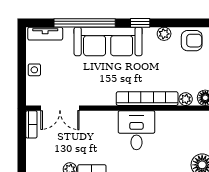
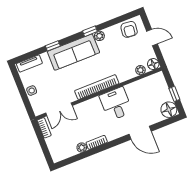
window: (85, 23) -> (53, 46), width x0.32
plant: (164, 34) -> (99, 36), moved
armchair: (192, 41) -> (129, 29), turned 96
bookcase: (147, 99) -> (97, 87), moved

